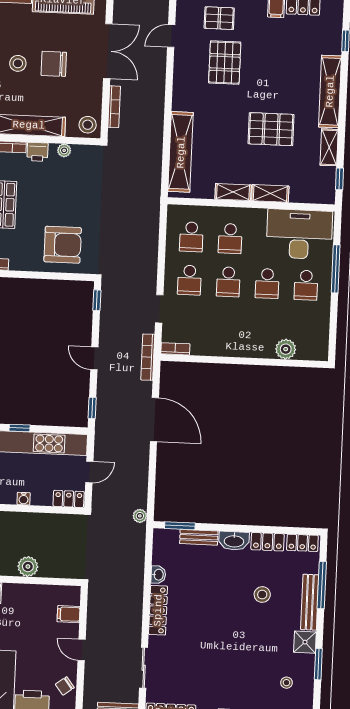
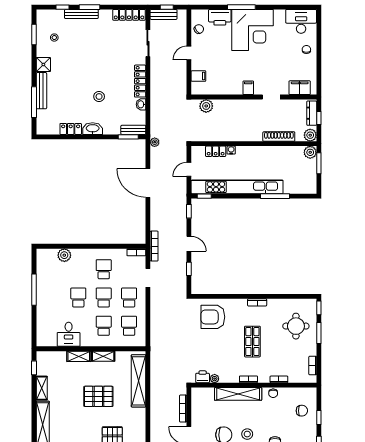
stool: (88, 125) -> (200, 396), removed
pallet: (271, 129) -> (98, 396), moved
printer: (37, 152) -> (203, 377), moved
desk: (299, 234) -> (69, 334), width x0.53, depth x0.77
window: (336, 269) -> (34, 290), moved
school desk: (306, 285) -> (104, 269), moved
window: (97, 300) -> (189, 269), moved
door: (154, 420) -> (148, 183), moved
window: (20, 428) -> (204, 196), moved
locker: (69, 499) -> (216, 151), moved
bench: (199, 537) -> (133, 130), moved
locker: (302, 543) -> (48, 129), removed
plant: (28, 567) -> (206, 106), moved
stool: (262, 595) -> (99, 96), moved
door: (82, 650) -> (189, 53), swing flipped
window: (318, 664) -> (34, 34), moved

